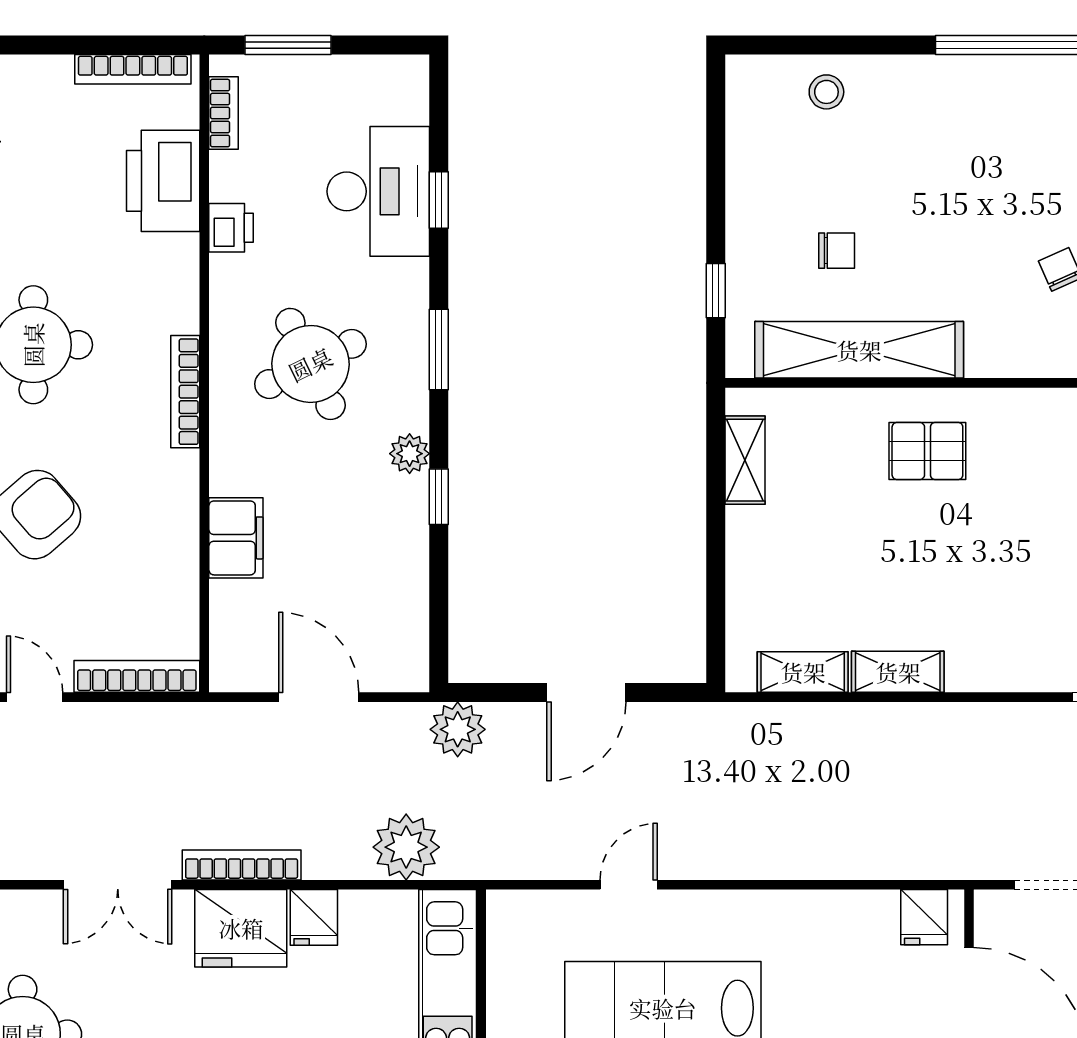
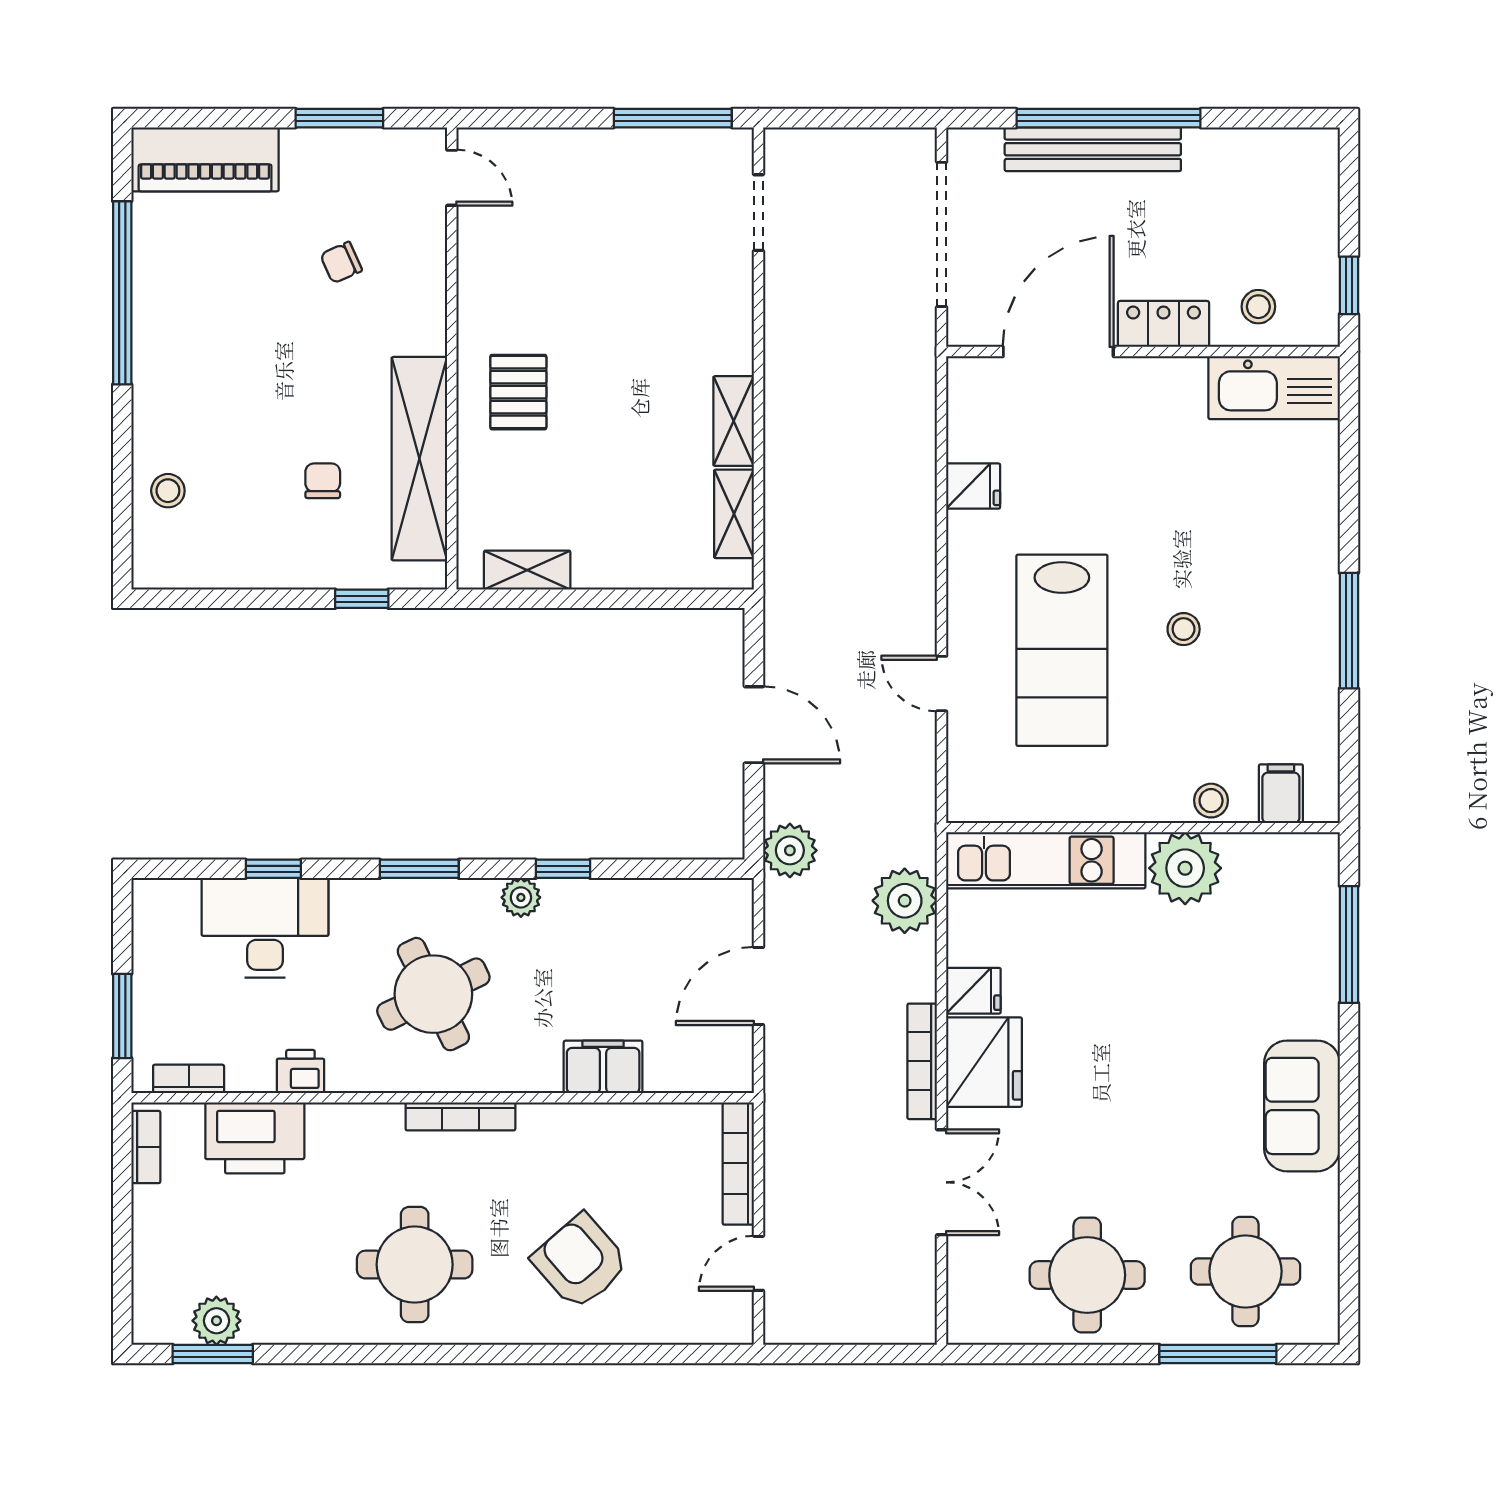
bookcase: (133, 69) -> (146, 1147), width x0.64
fridge: (924, 917) -> (973, 486), moved

